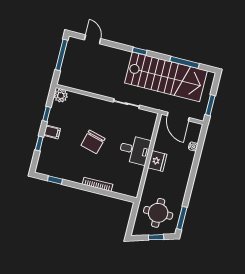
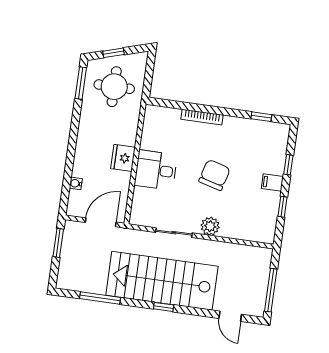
stairs: (166, 77) -> (162, 281), moved
plant: (61, 96) -> (210, 226), moved
door: (178, 117) -> (101, 222), hinge flipped

